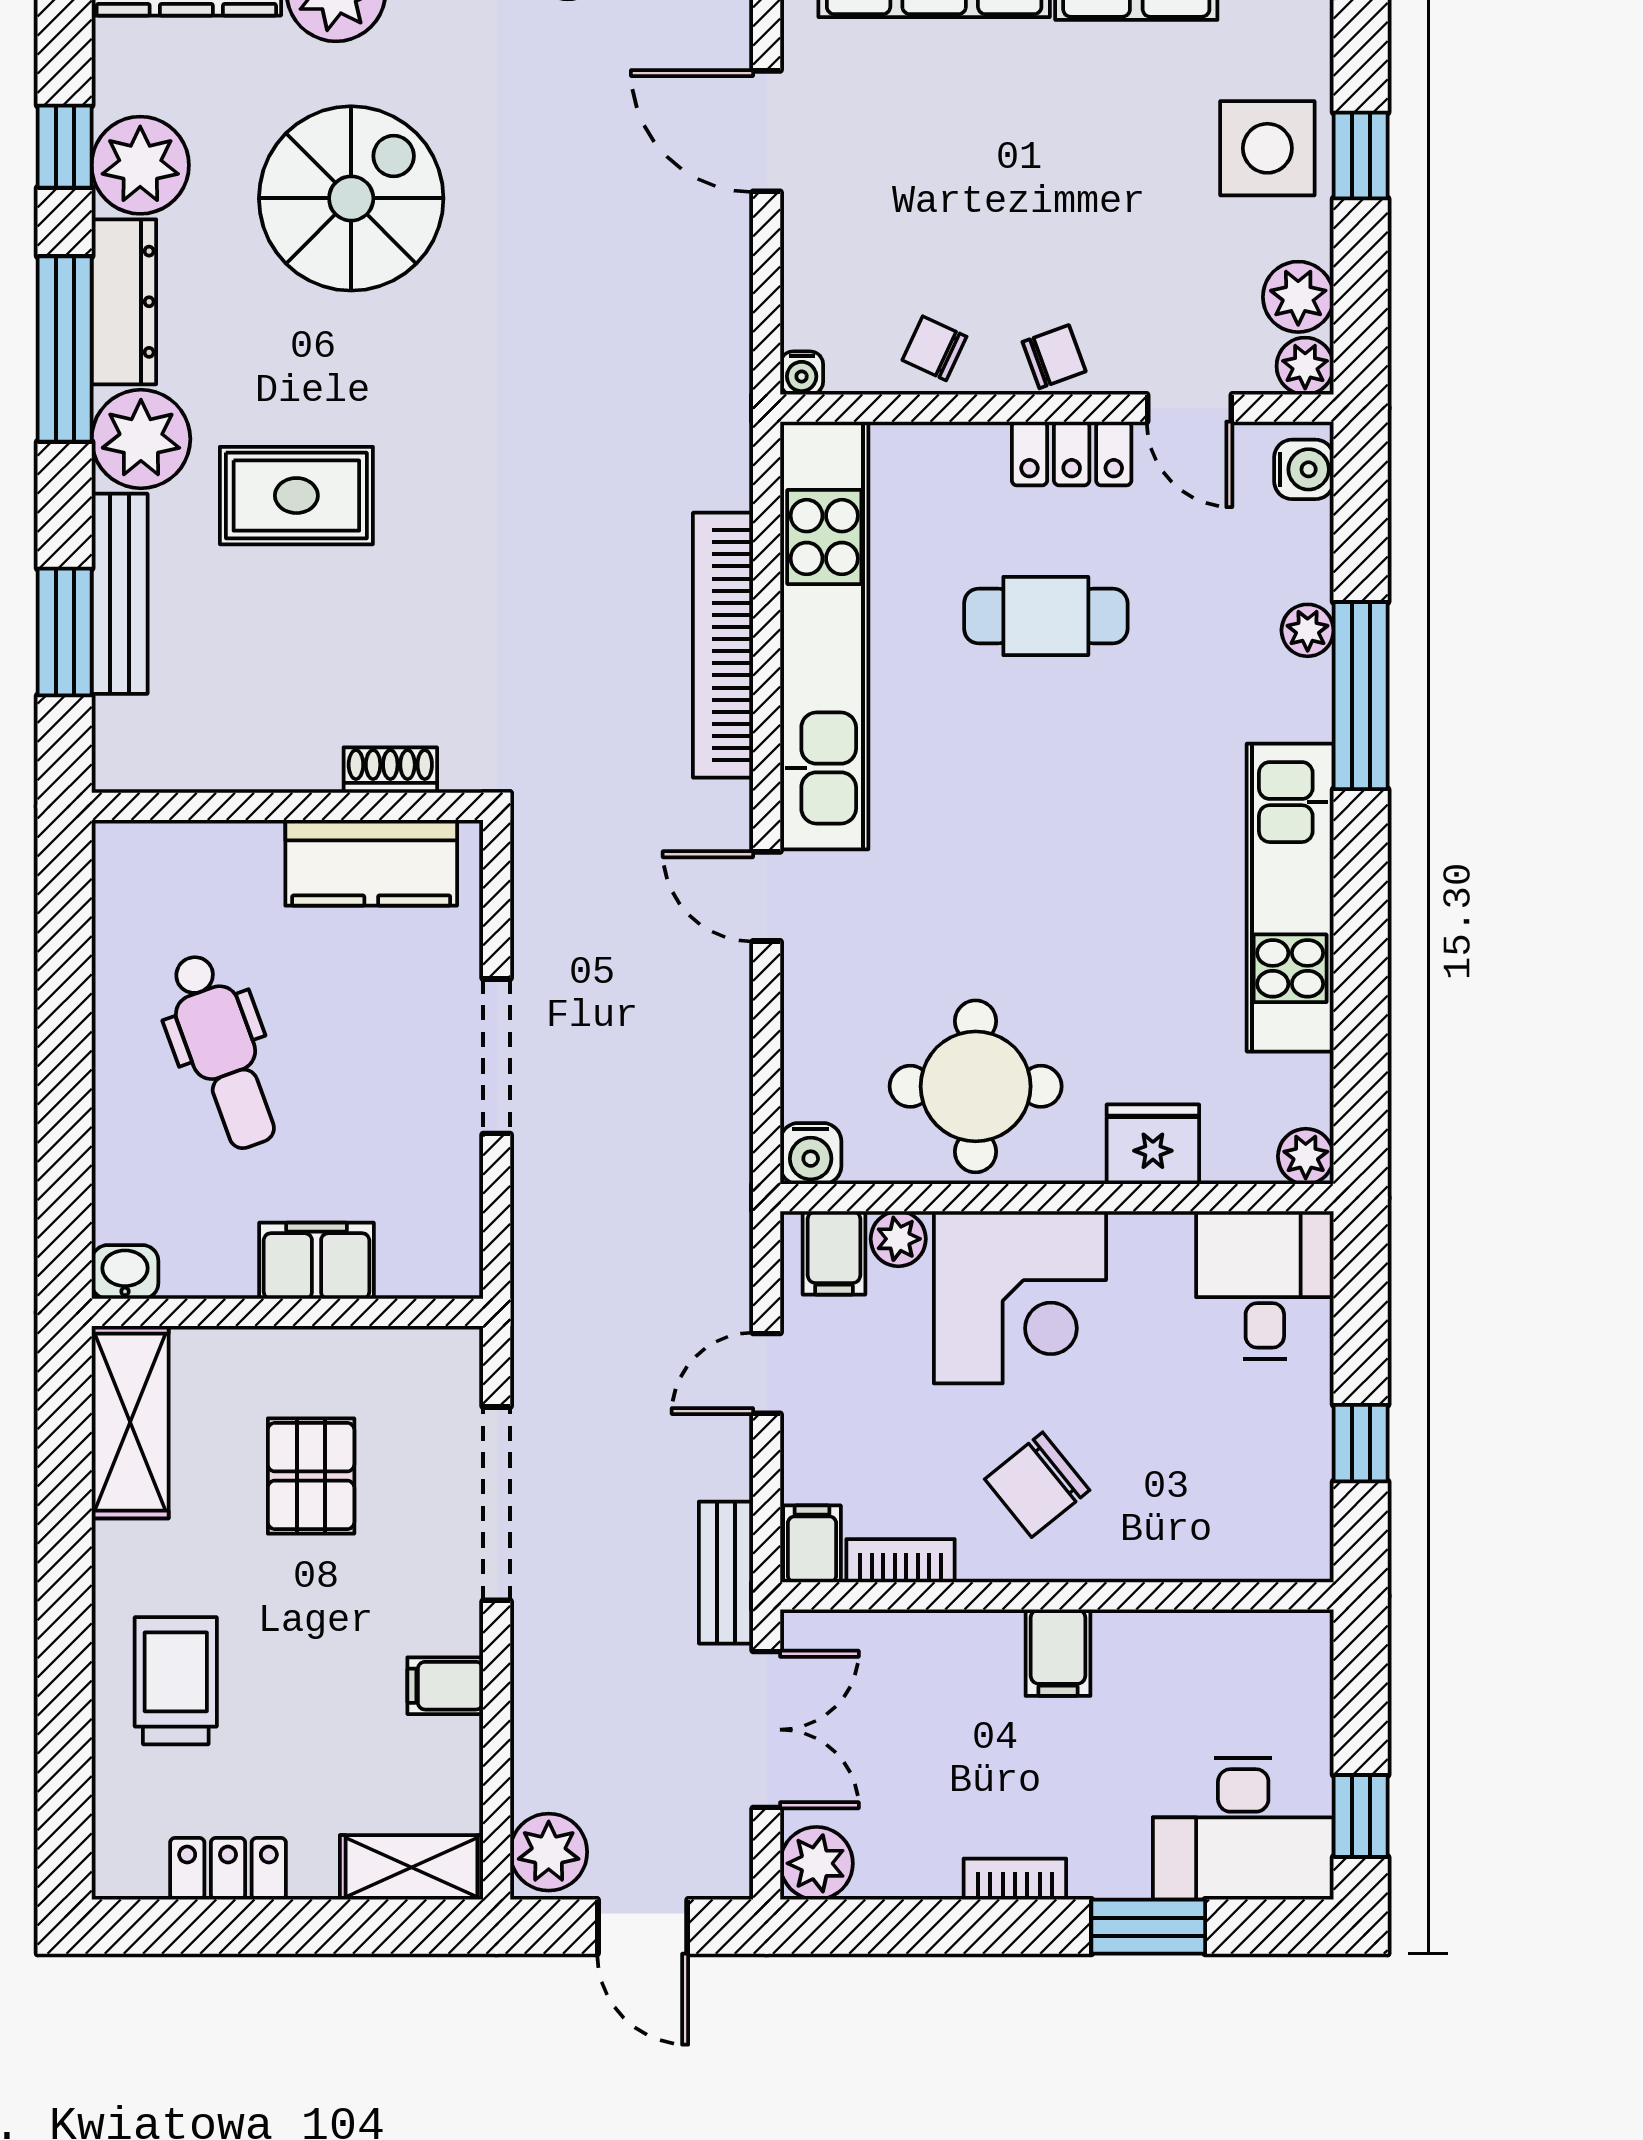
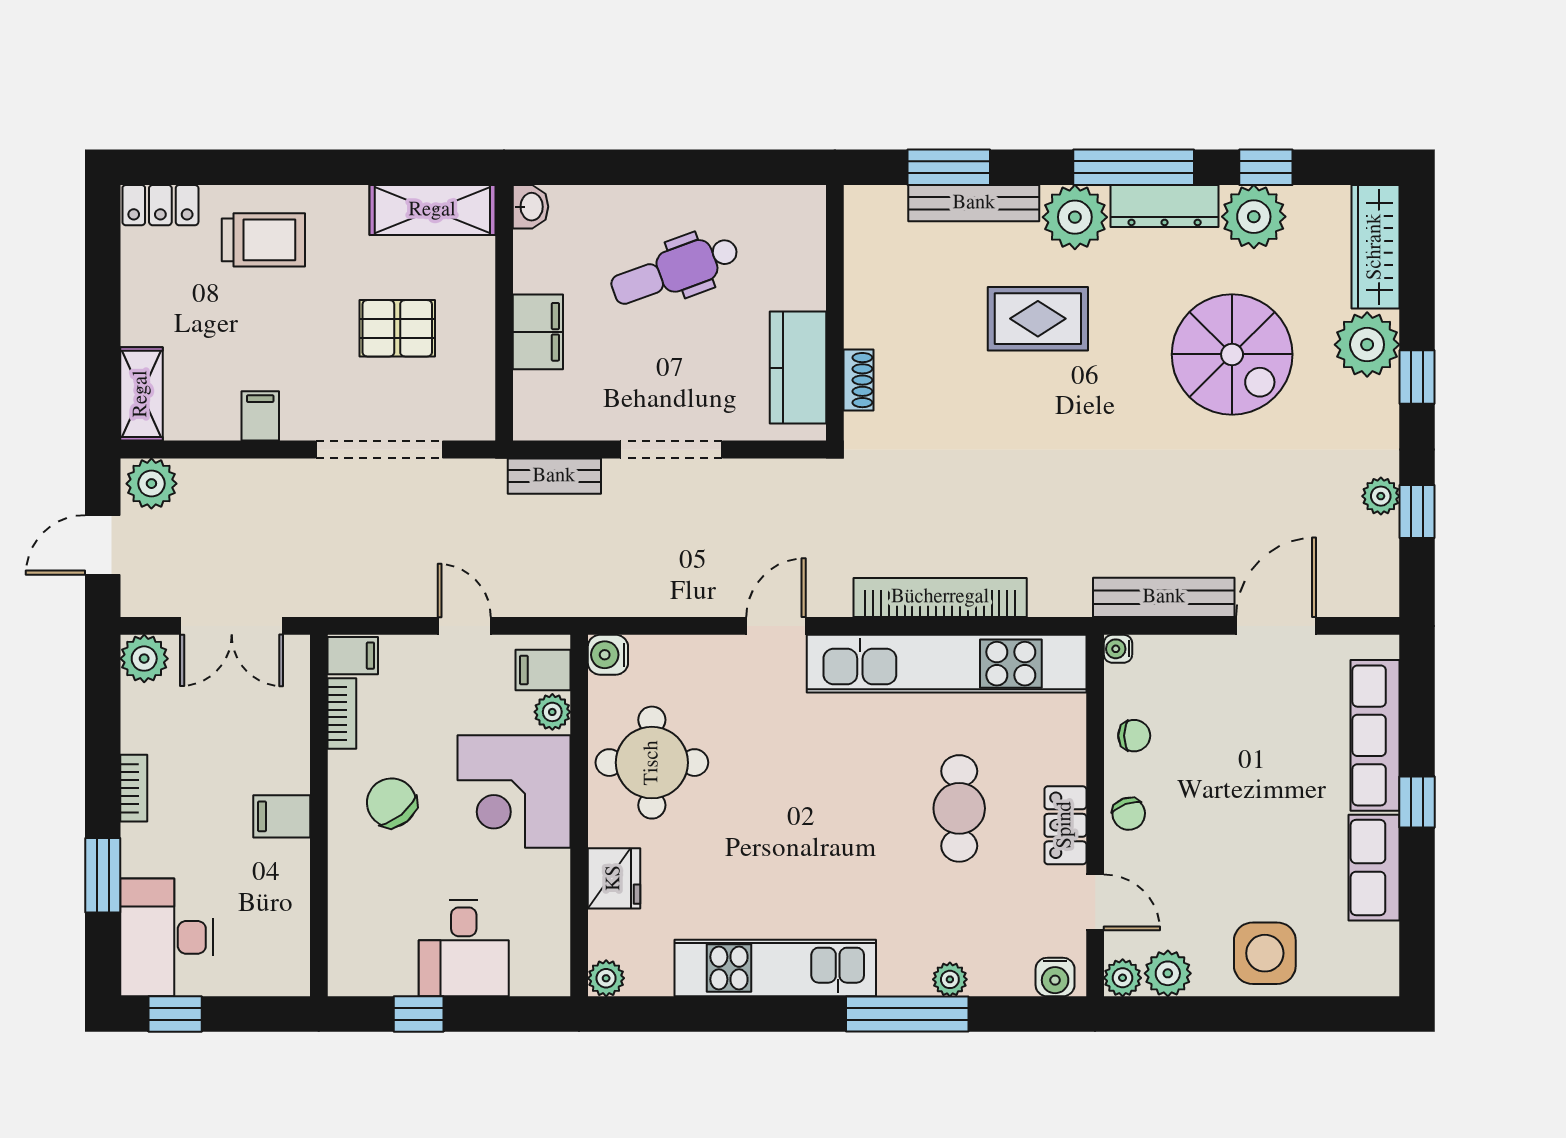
window: (1361, 156) -> (1260, 1014), removed
bench: (723, 303) -> (1164, 597), added
chair: (934, 348) -> (1134, 736), turned 65
door: (1190, 408) -> (1095, 902), swing flipped
rug: (296, 496) -> (1038, 319), turned 90
desk: (1265, 1285) -> (464, 948), moved, turned 90
bench: (726, 1573) -> (554, 476), moved
locker: (228, 1869) -> (160, 205), moved, turned 90

